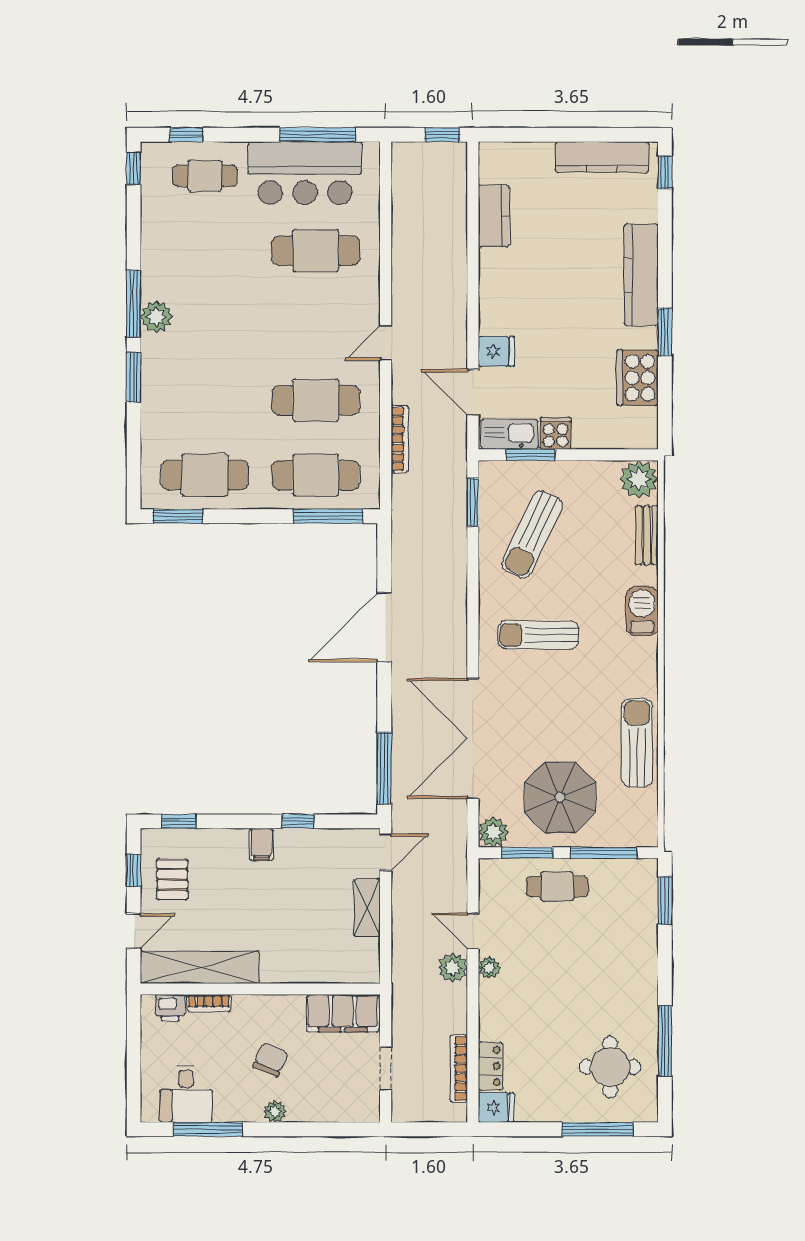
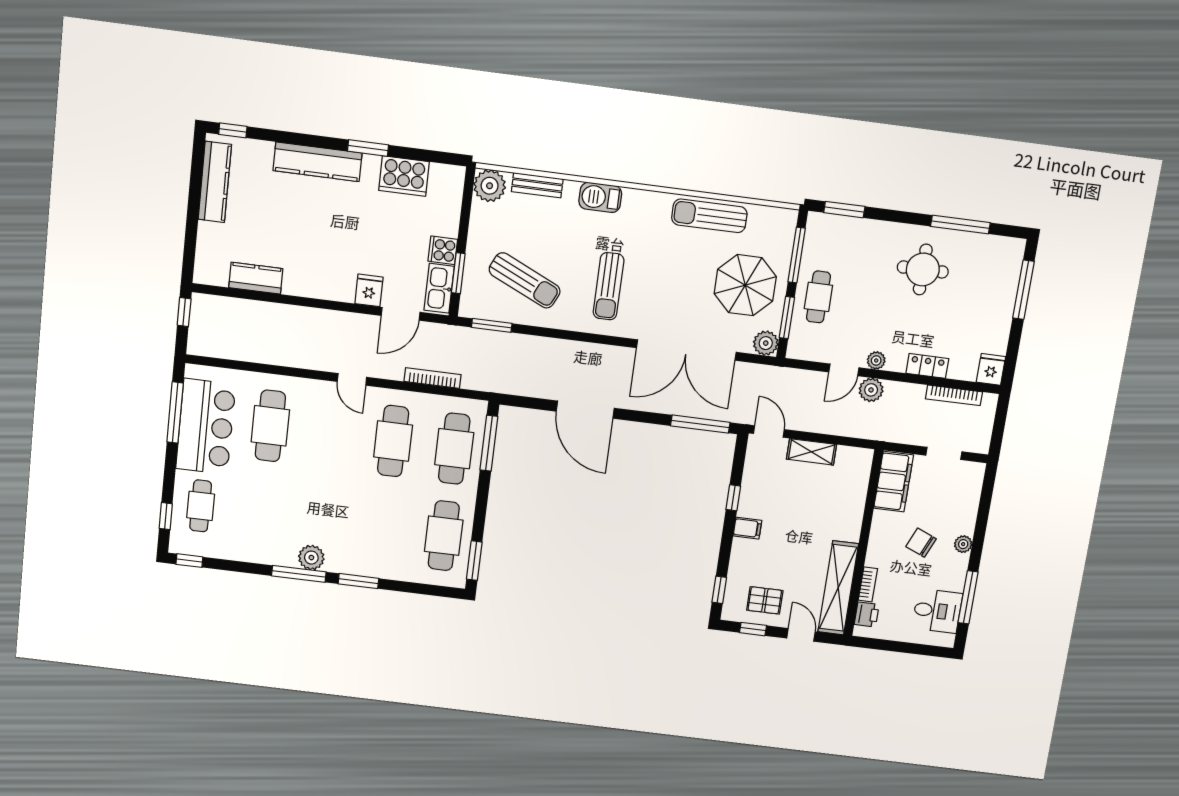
locker: (491, 1066) -> (927, 366), moved
round table: (610, 1067) -> (923, 269), moved

